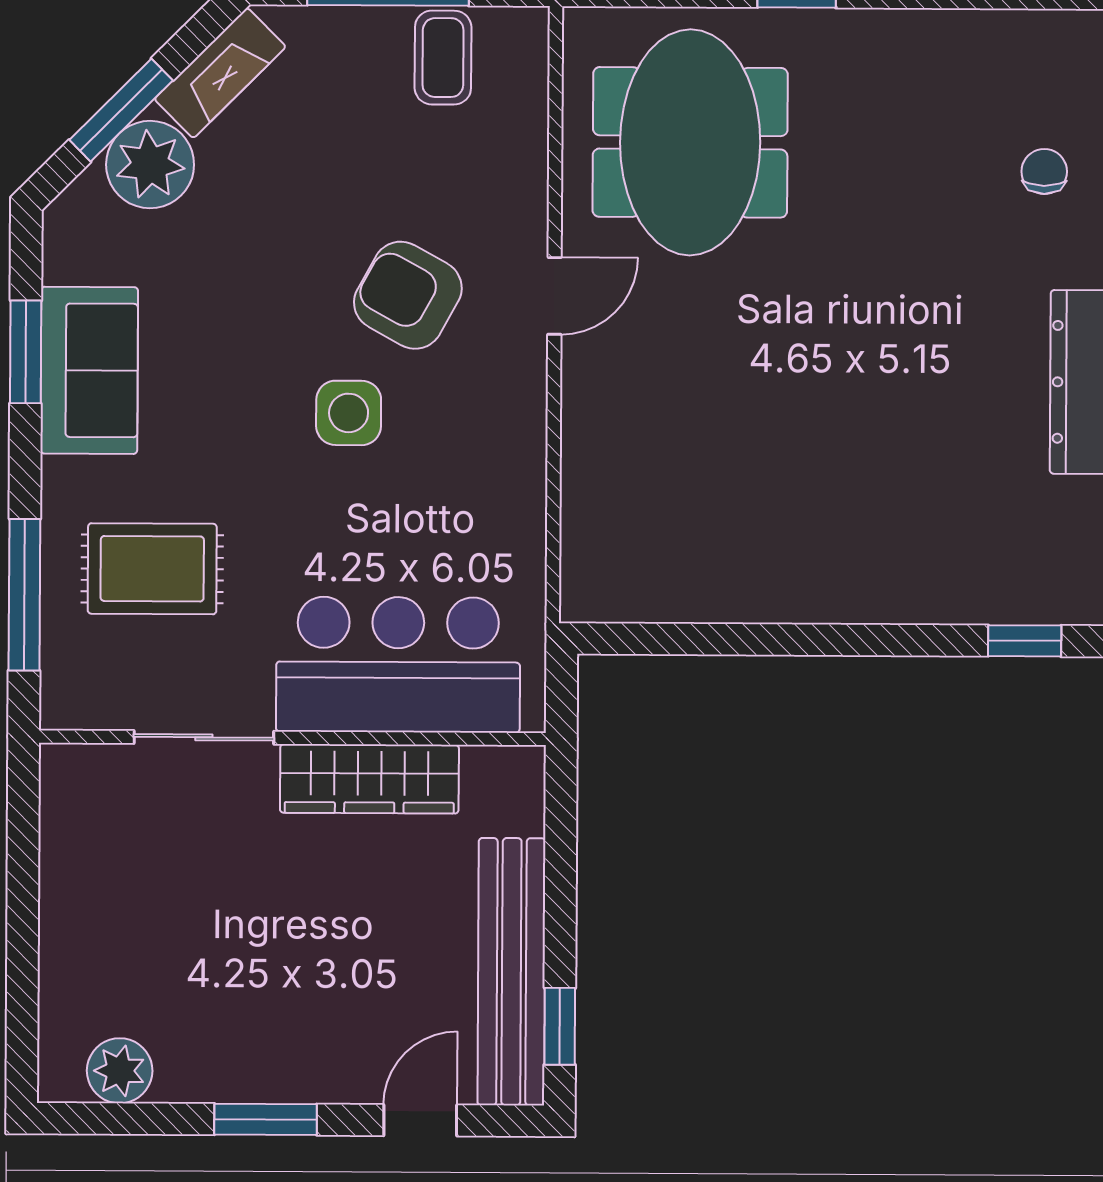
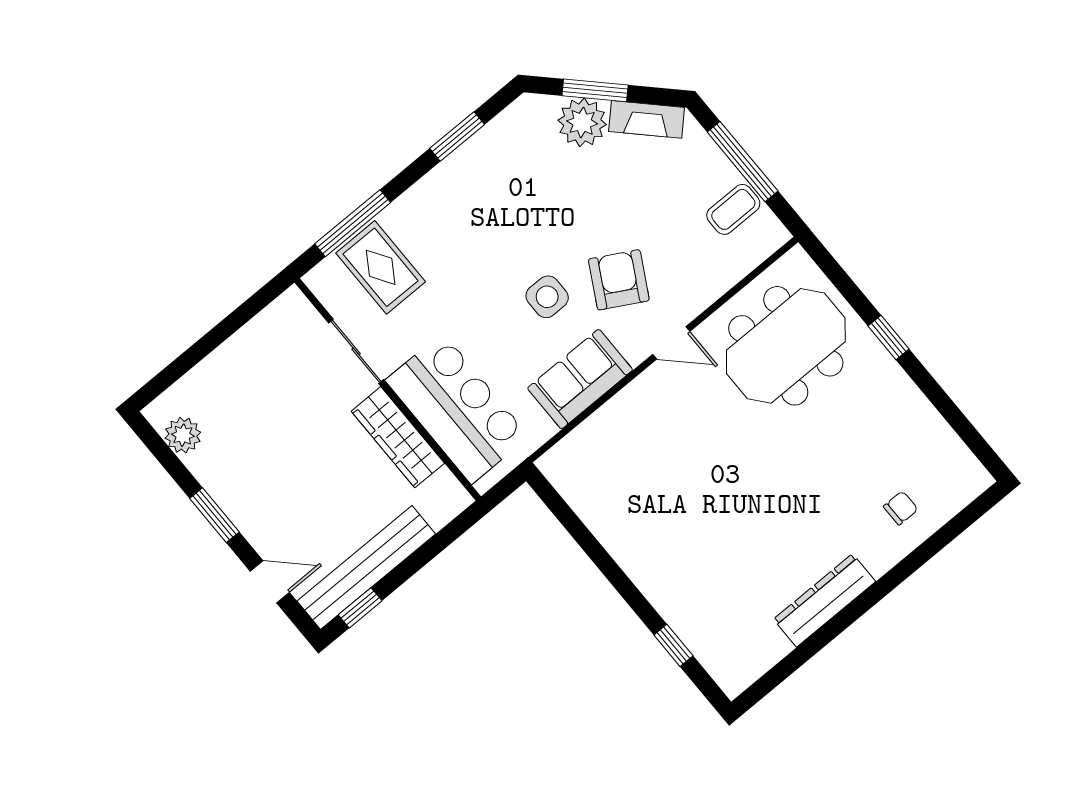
sofa: (89, 370) -> (580, 379), moved, turned 180
rug: (152, 569) -> (381, 267), moved
window: (1025, 641) -> (673, 645), moved

